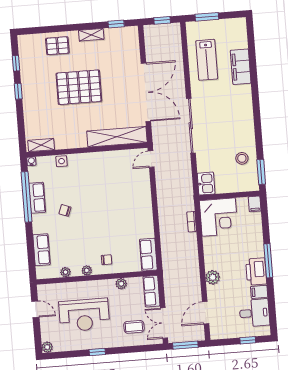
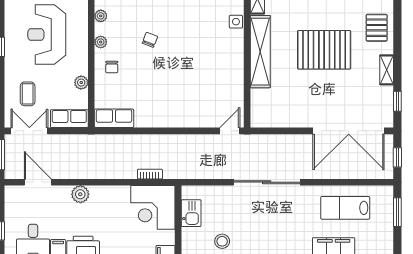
pallet: (79, 87) -> (324, 50), turned 90
double door: (146, 92) -> (349, 131), moved
shelving: (117, 137) -> (260, 52), moved
door: (151, 159) -> (230, 131), hinge flipped
kitchen sink: (206, 184) -> (191, 213), moved, turned -90
chair: (65, 210) -> (150, 40), moved

